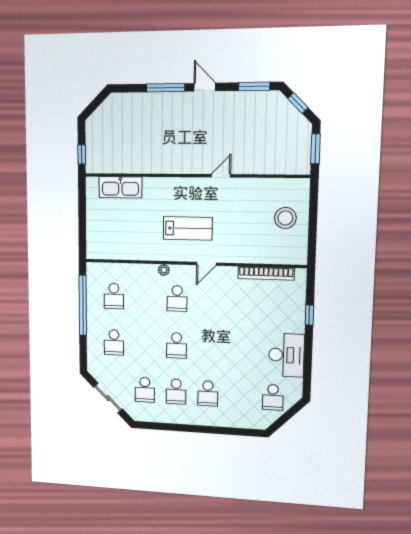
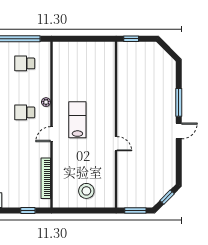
window: (254, 86) -> (179, 166), removed
kitchen sink: (120, 187) -> (107, 69), removed
lab bench: (188, 228) -> (77, 120), turned 180
door: (206, 264) -> (52, 134), hinge flipped
window: (309, 315) -> (28, 210), moved

